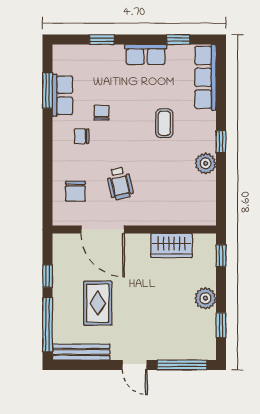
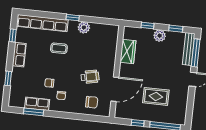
row of seats: (205, 77) -> (42, 23), width x1.36
window: (221, 256) -> (148, 26), moved
bench: (81, 352) -> (189, 49), moved

